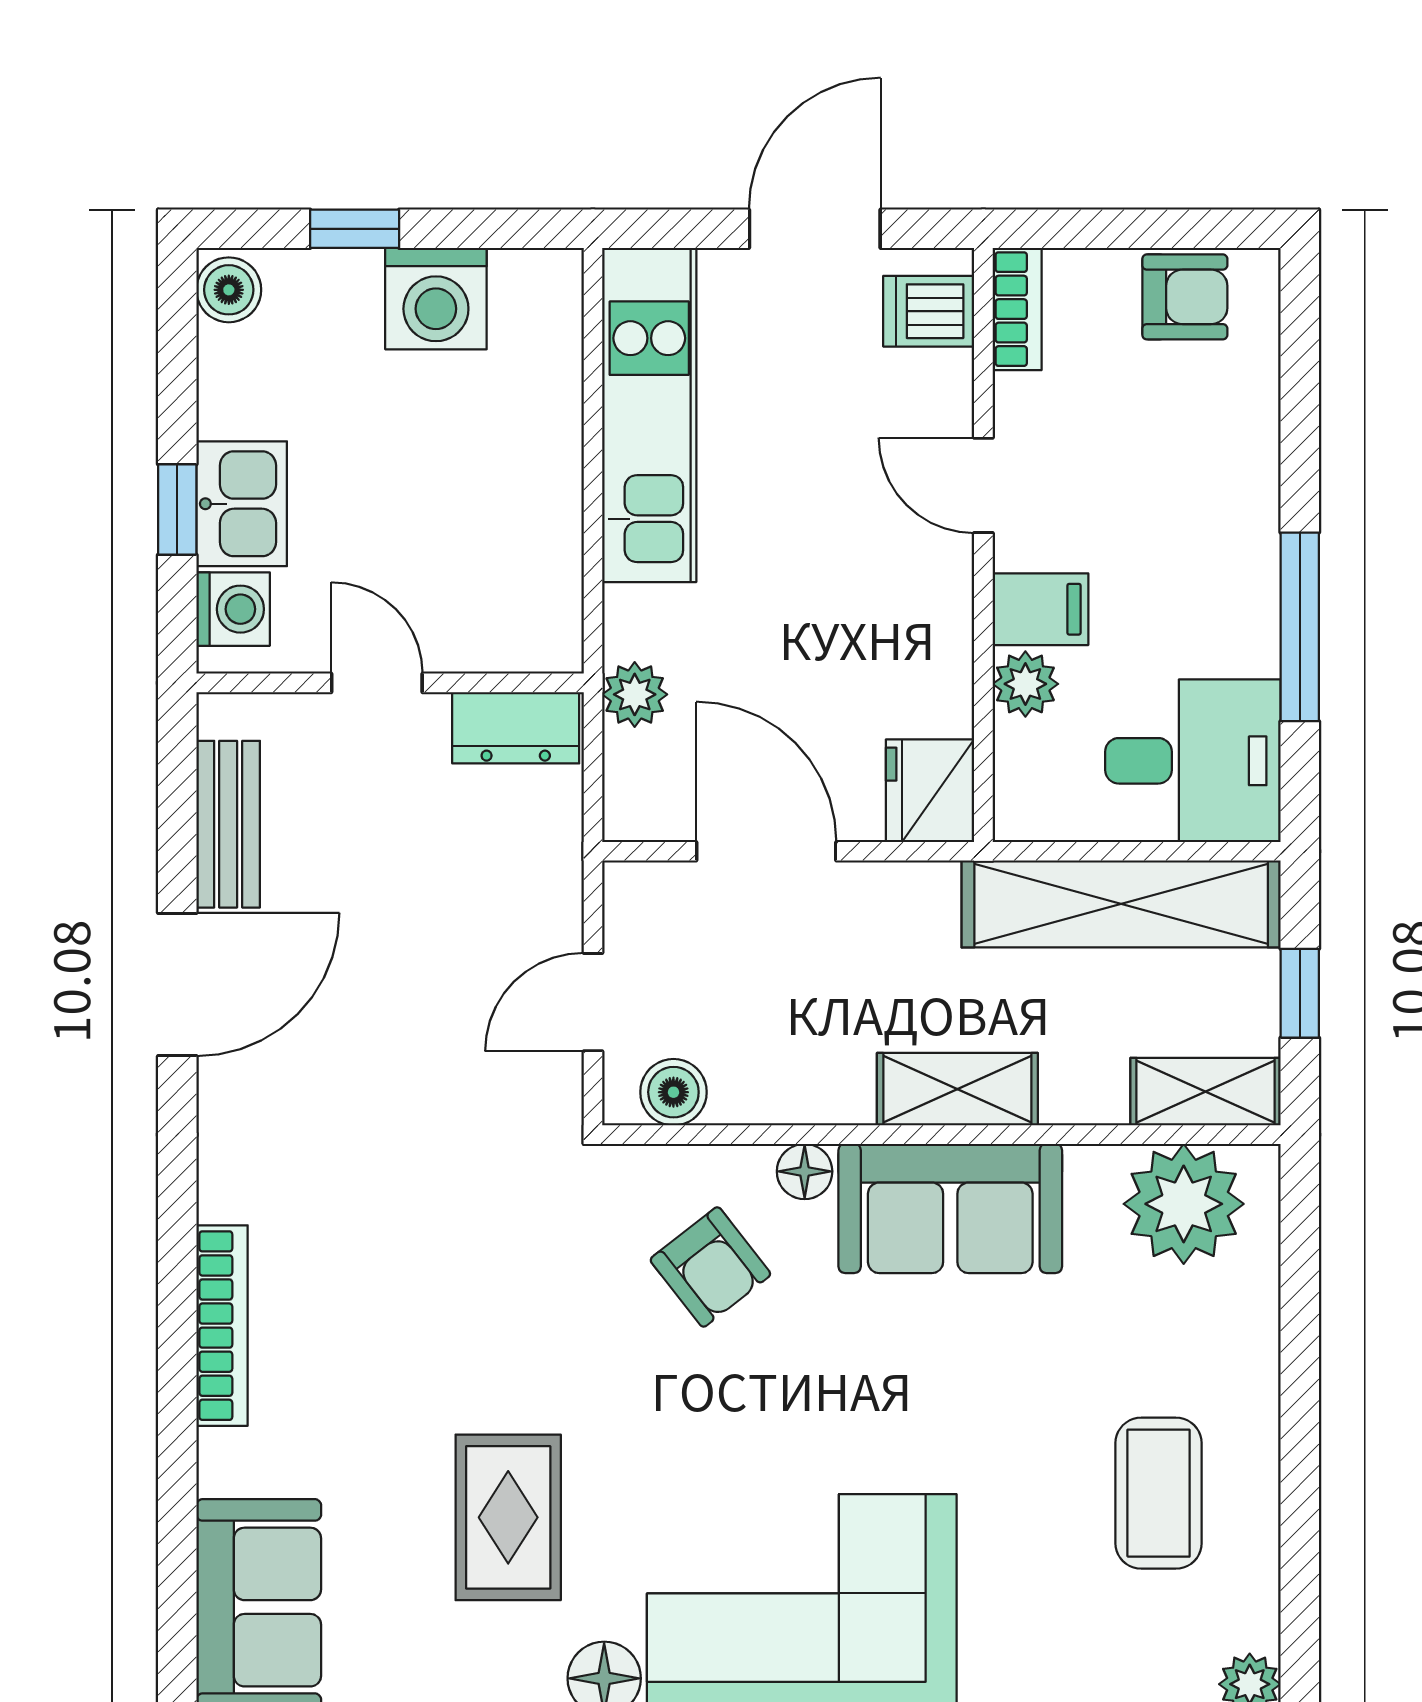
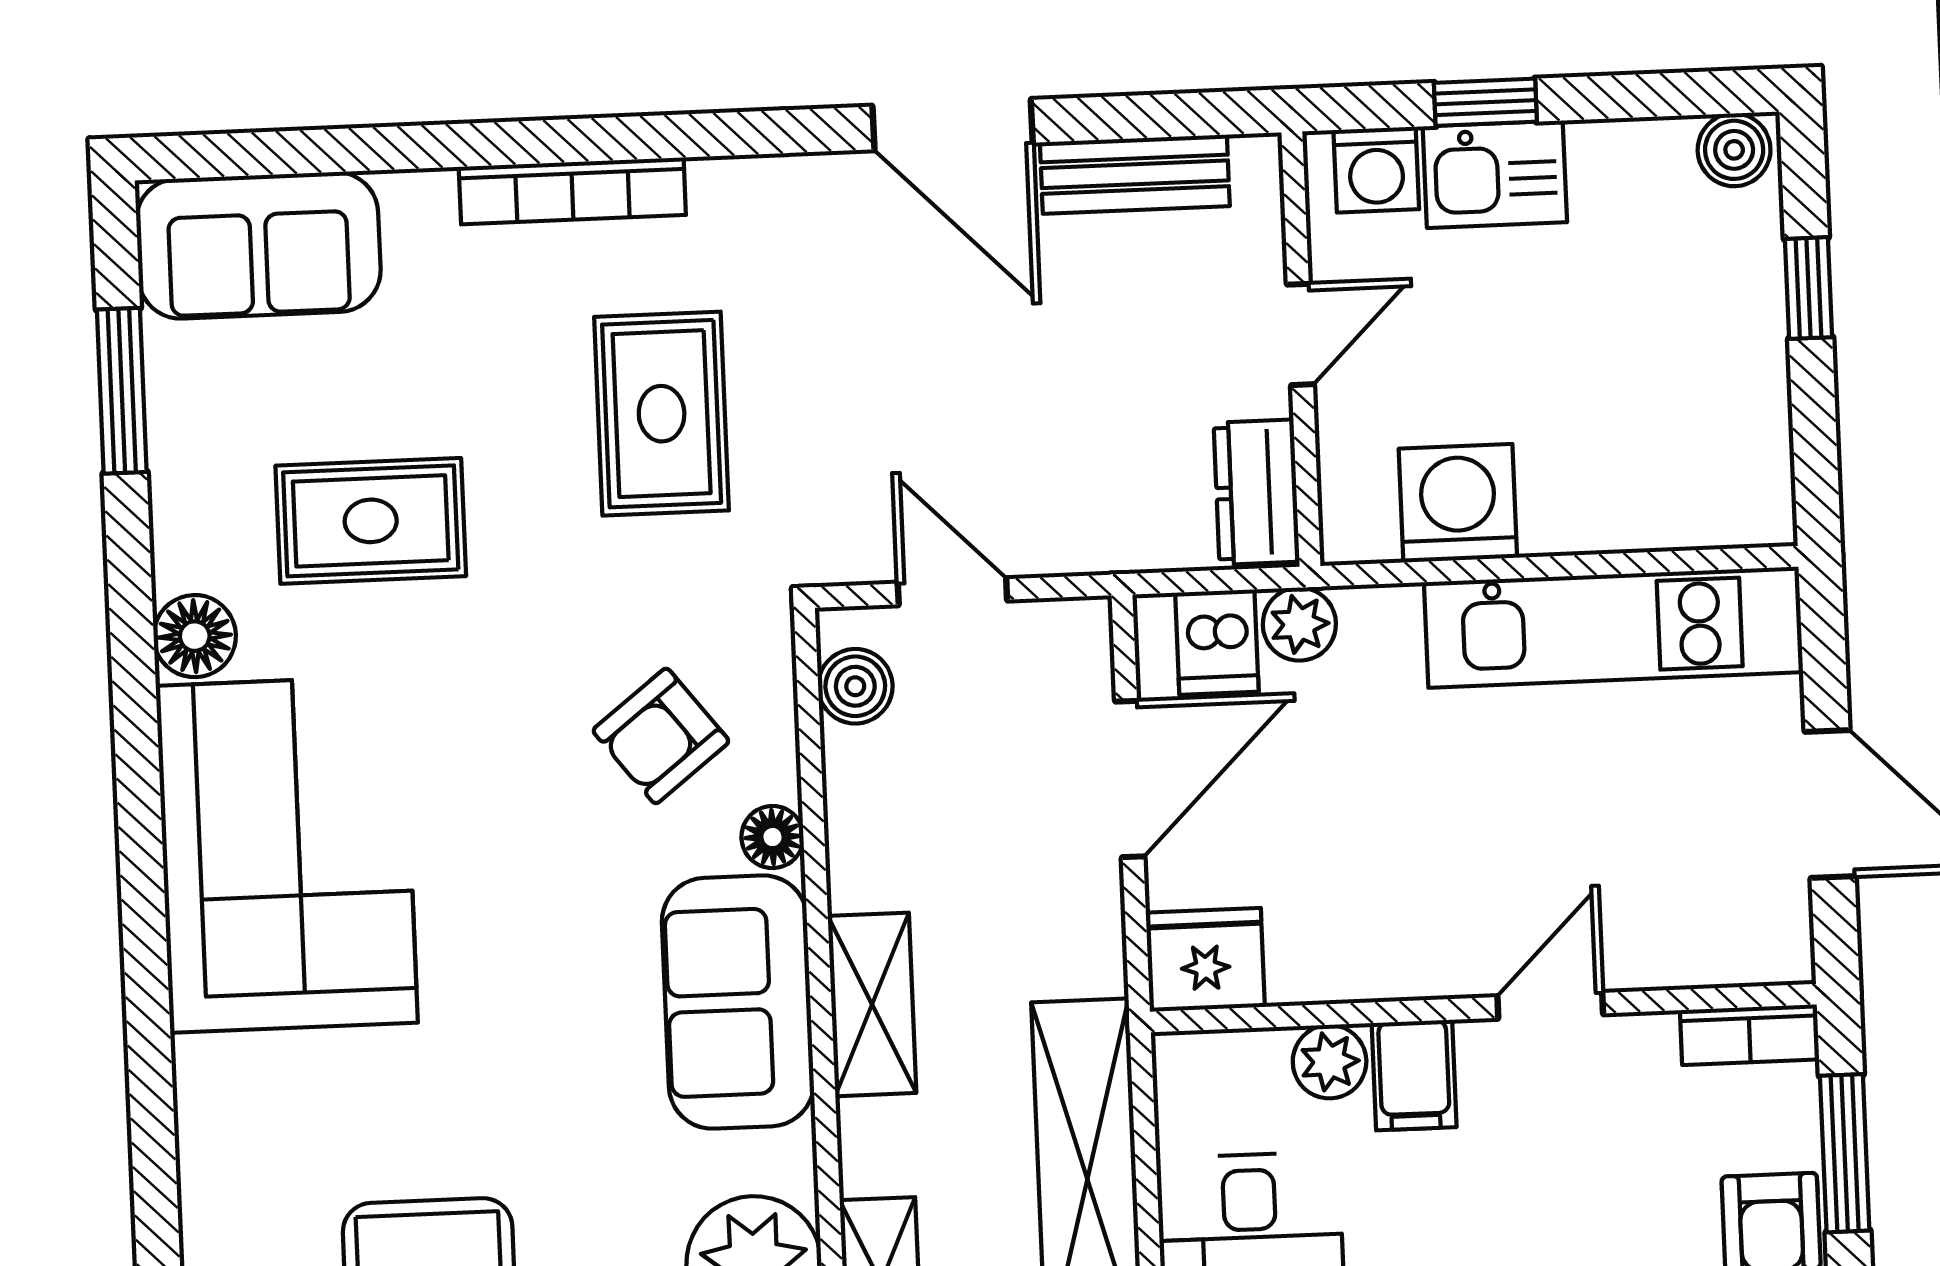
window: (1126, 229) -> (1845, 1153), added
washing machine: (436, 299) -> (1458, 503), moved, turned 90
dishwasher: (929, 311) -> (1217, 642), moved, turned 180
rug: (424, 1254) -> (662, 414), added

